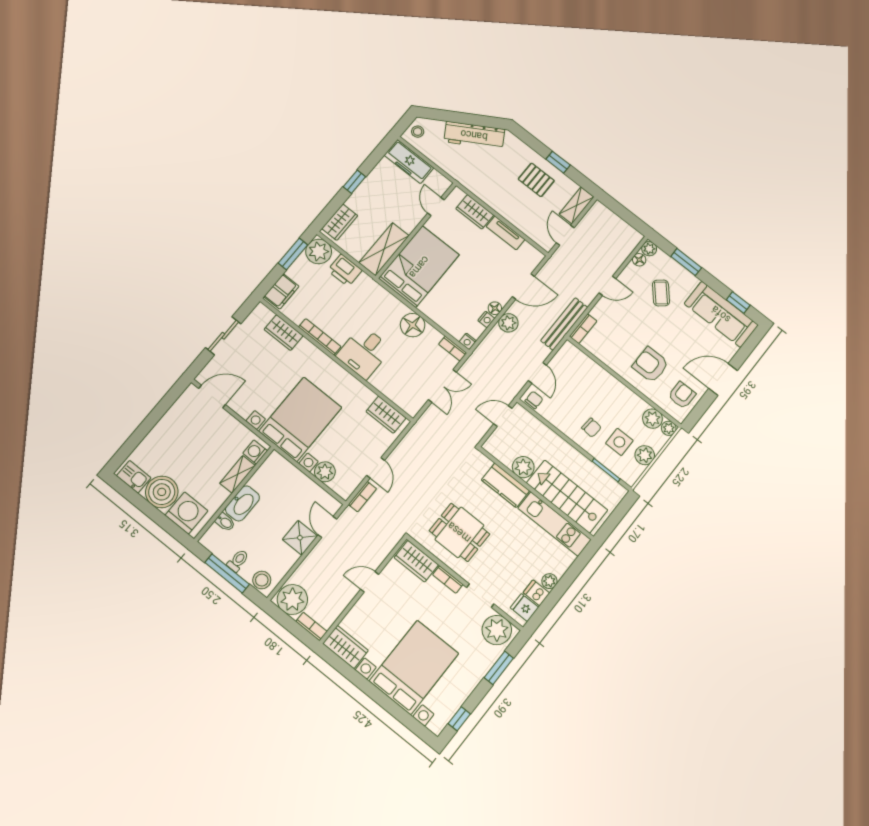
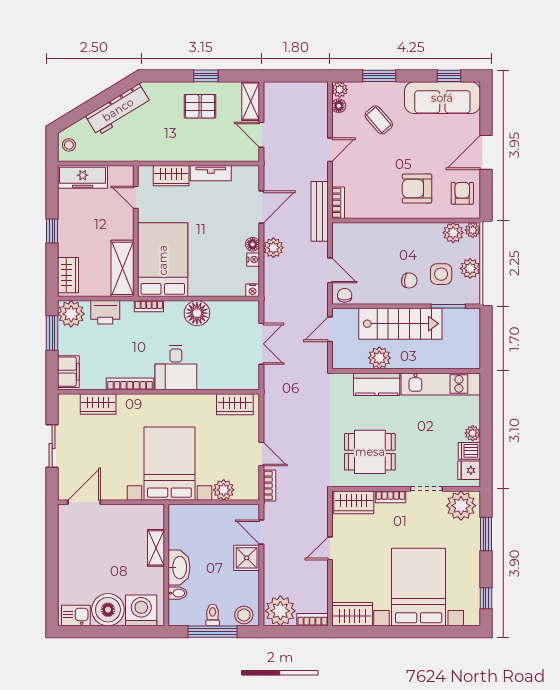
bookcase: (453, 349) -> (149, 306), moved
washing machine: (255, 452) -> (155, 519), removed
stairs: (567, 497) -> (400, 324), moved, turned 180

